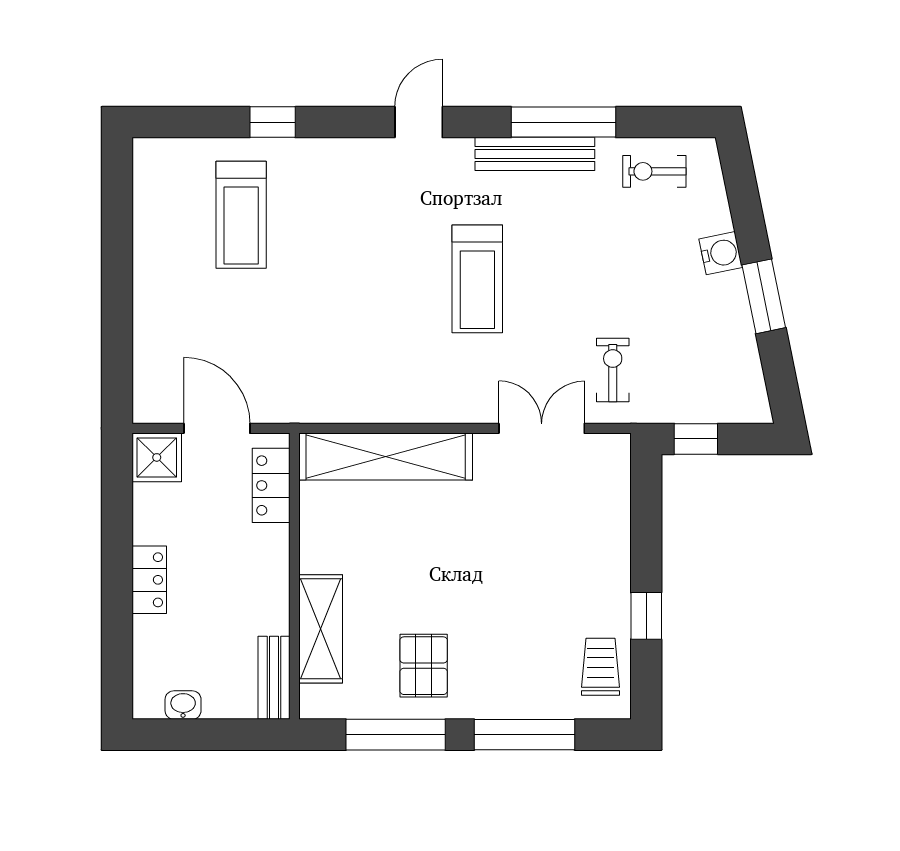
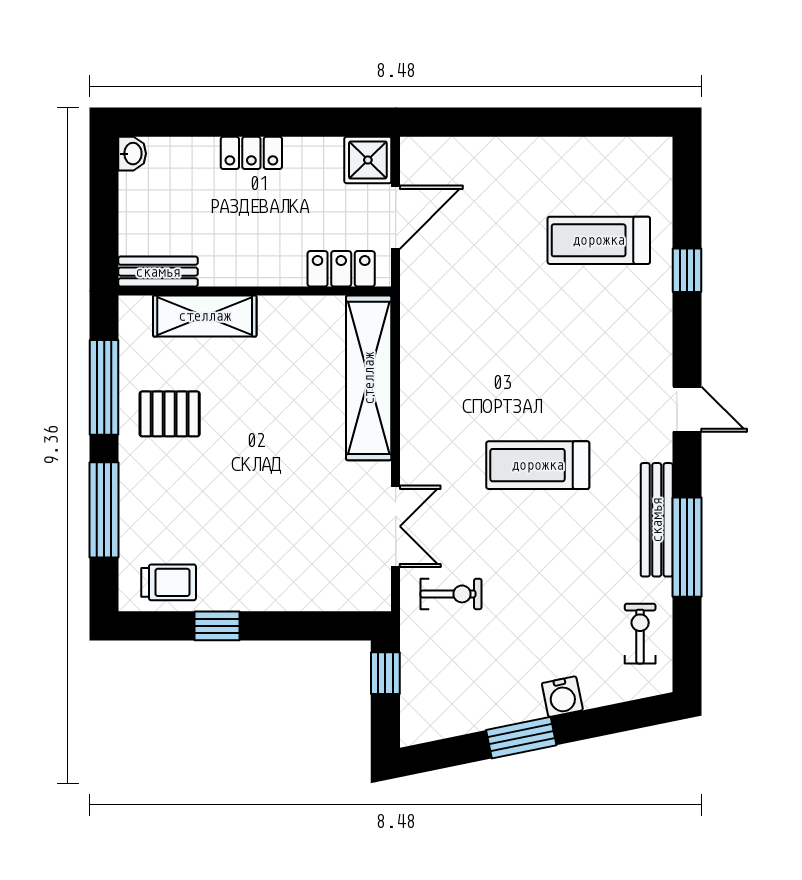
washbasin: (183, 705) -> (132, 154), moved

